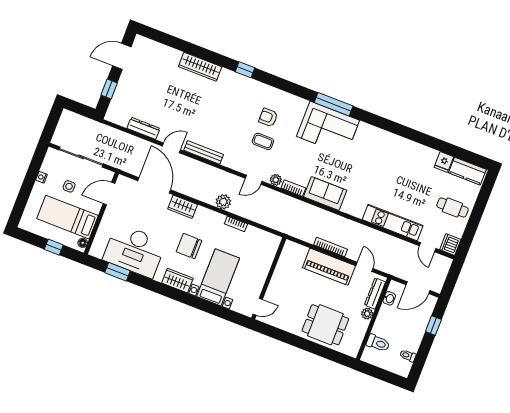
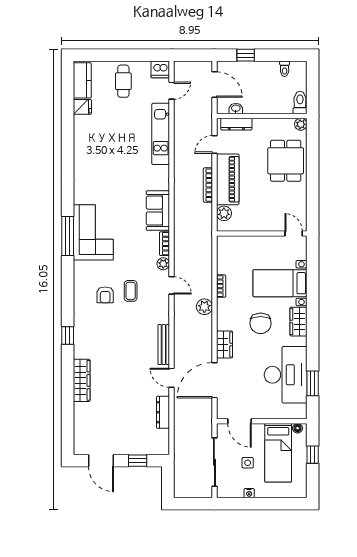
plant: (300, 252) -> (224, 213), added
plant: (367, 314) -> (301, 124), moved
toilet: (378, 343) -> (300, 103), moved

